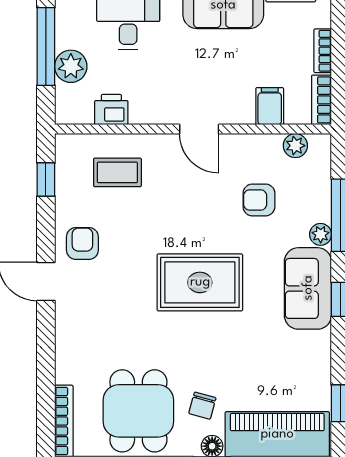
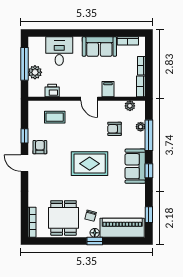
filing cabinet: (270, 106) -> (108, 89), moved
window: (46, 180) -> (24, 136), moved
plant: (321, 234) -> (141, 127), moved

